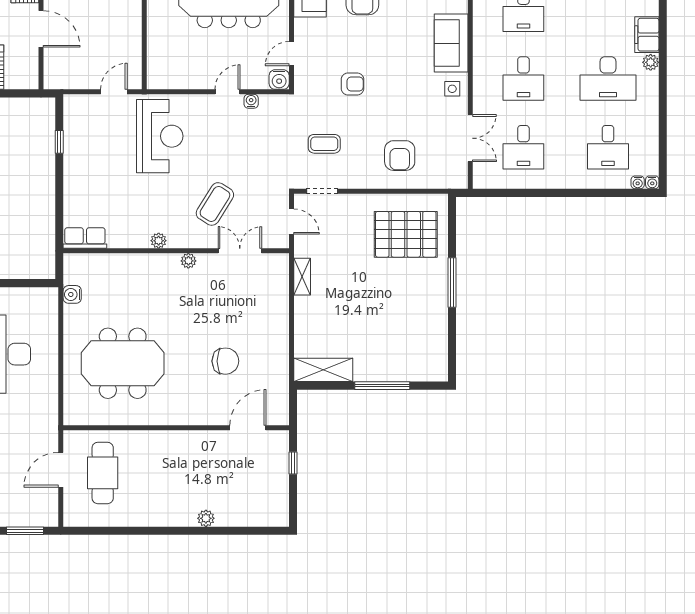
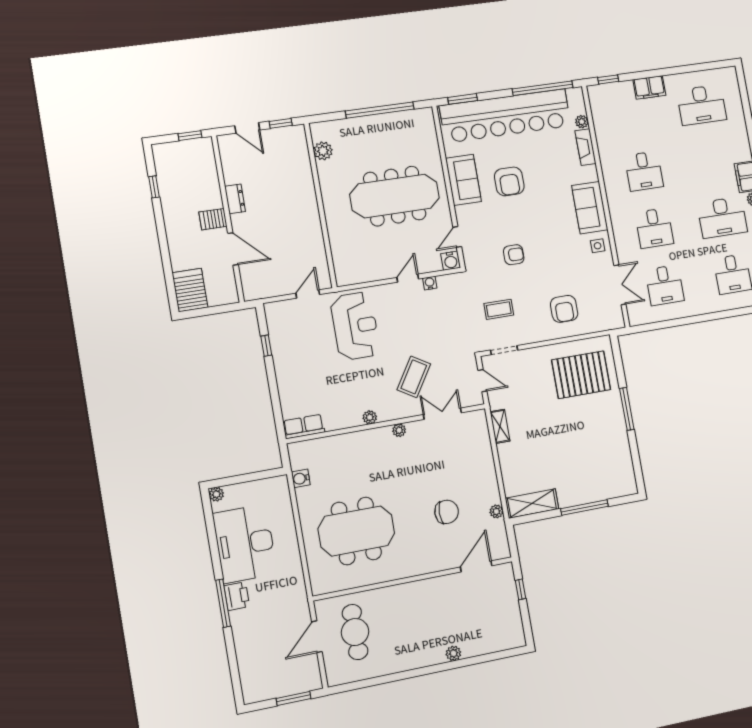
plant: (281, 371) -> (496, 511), added

